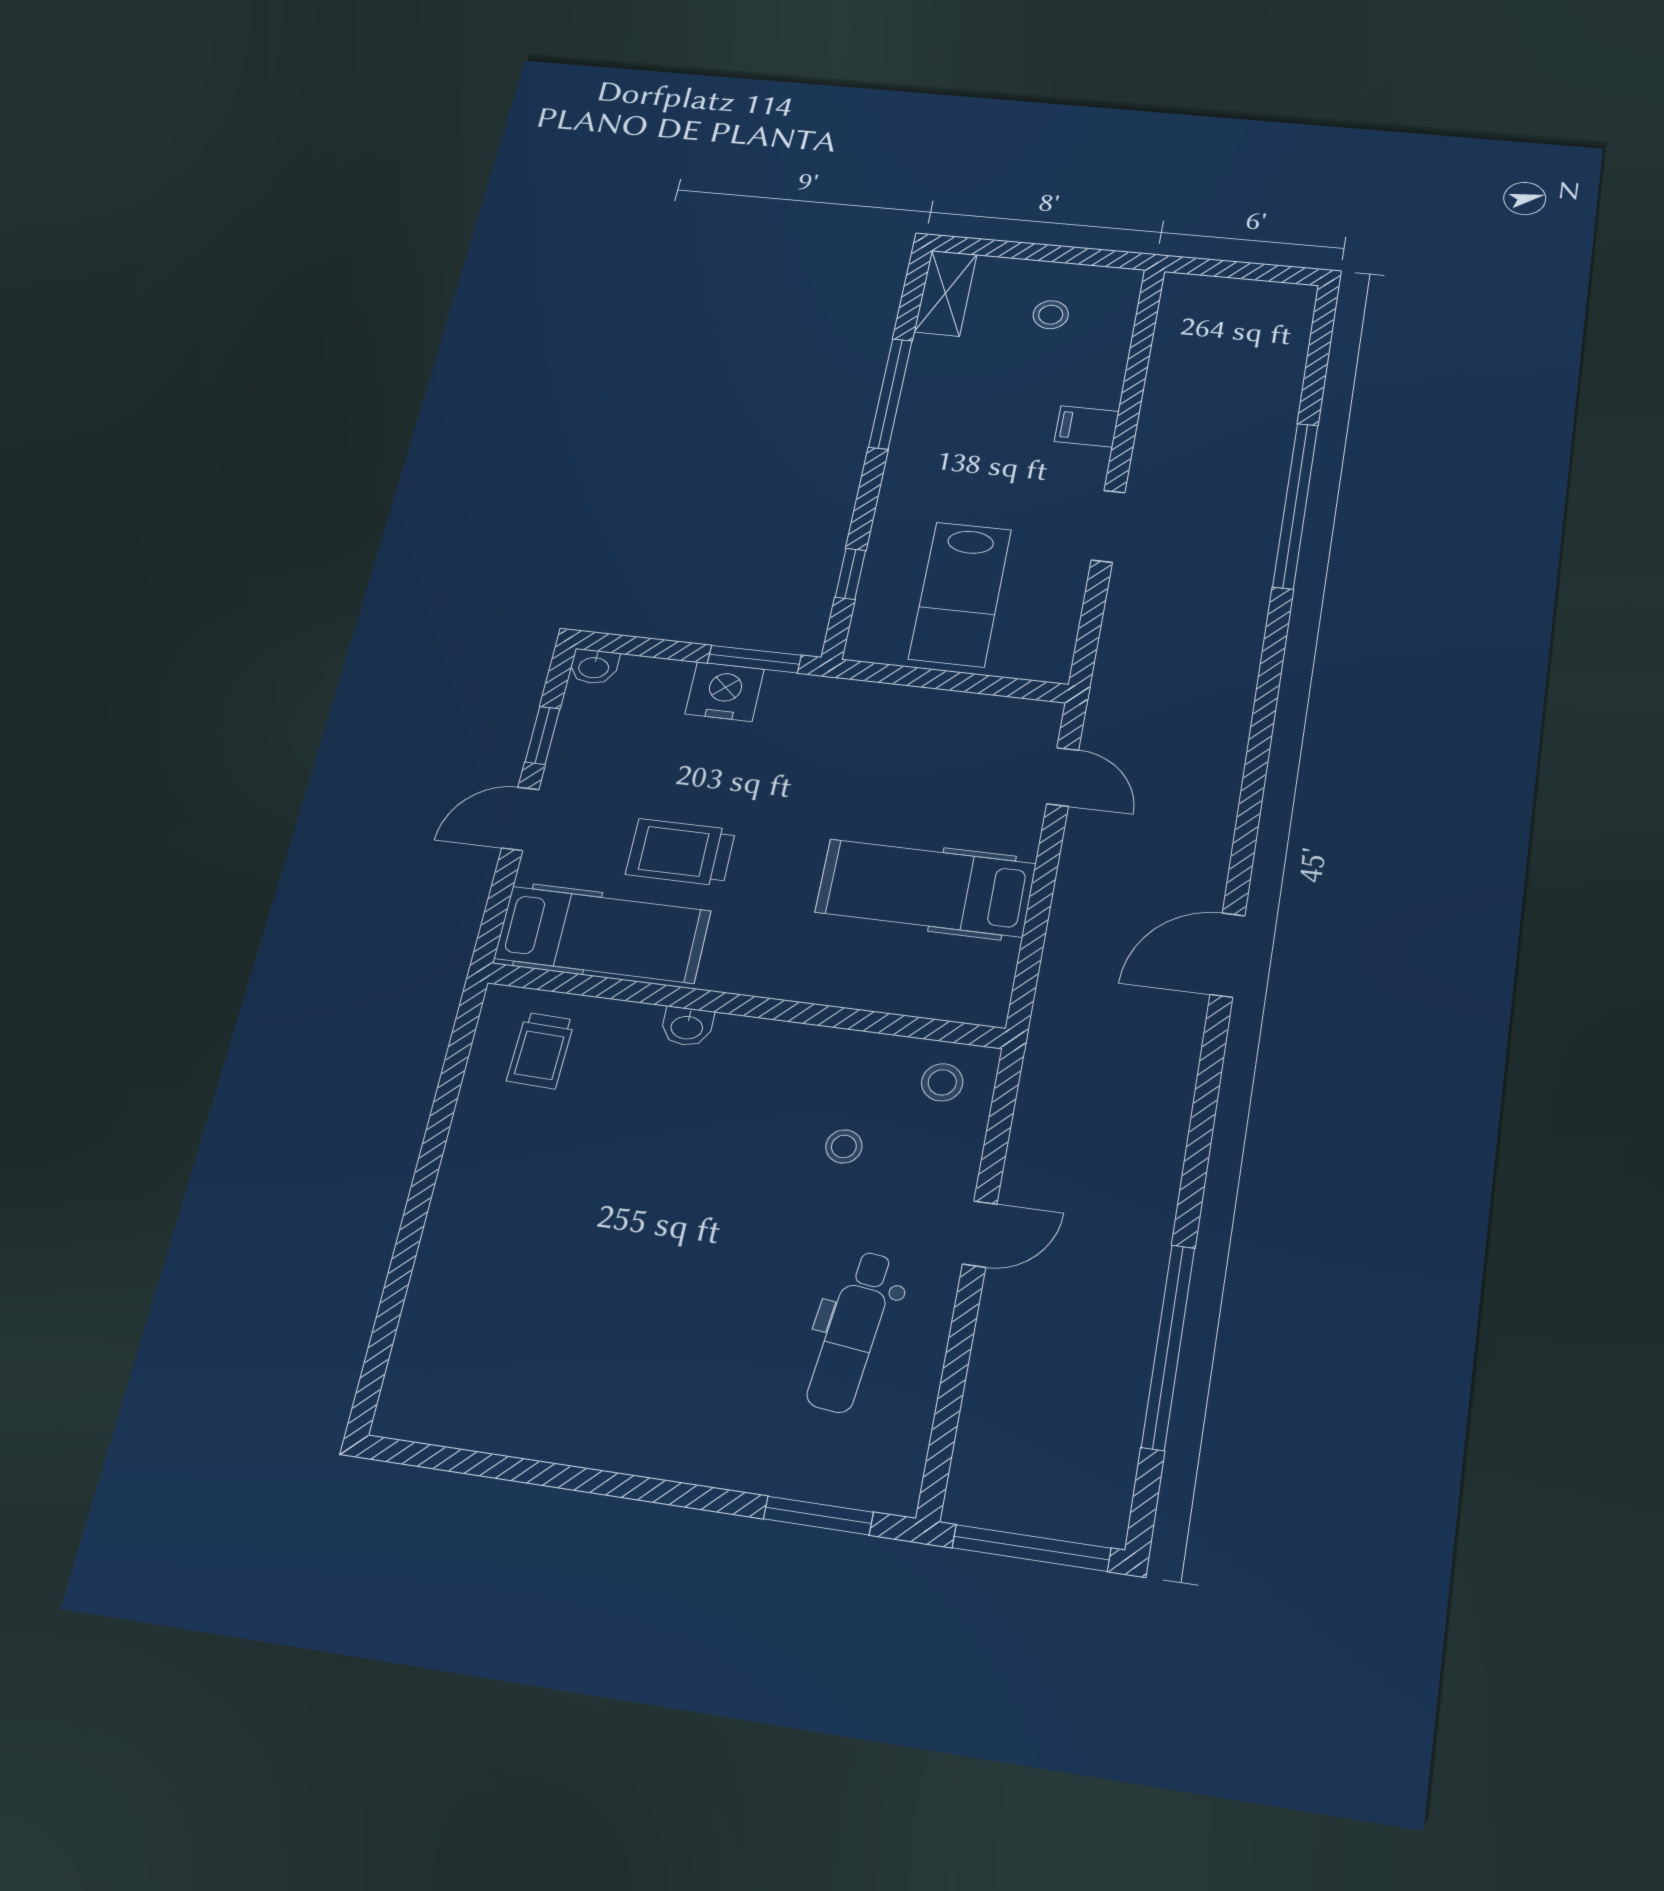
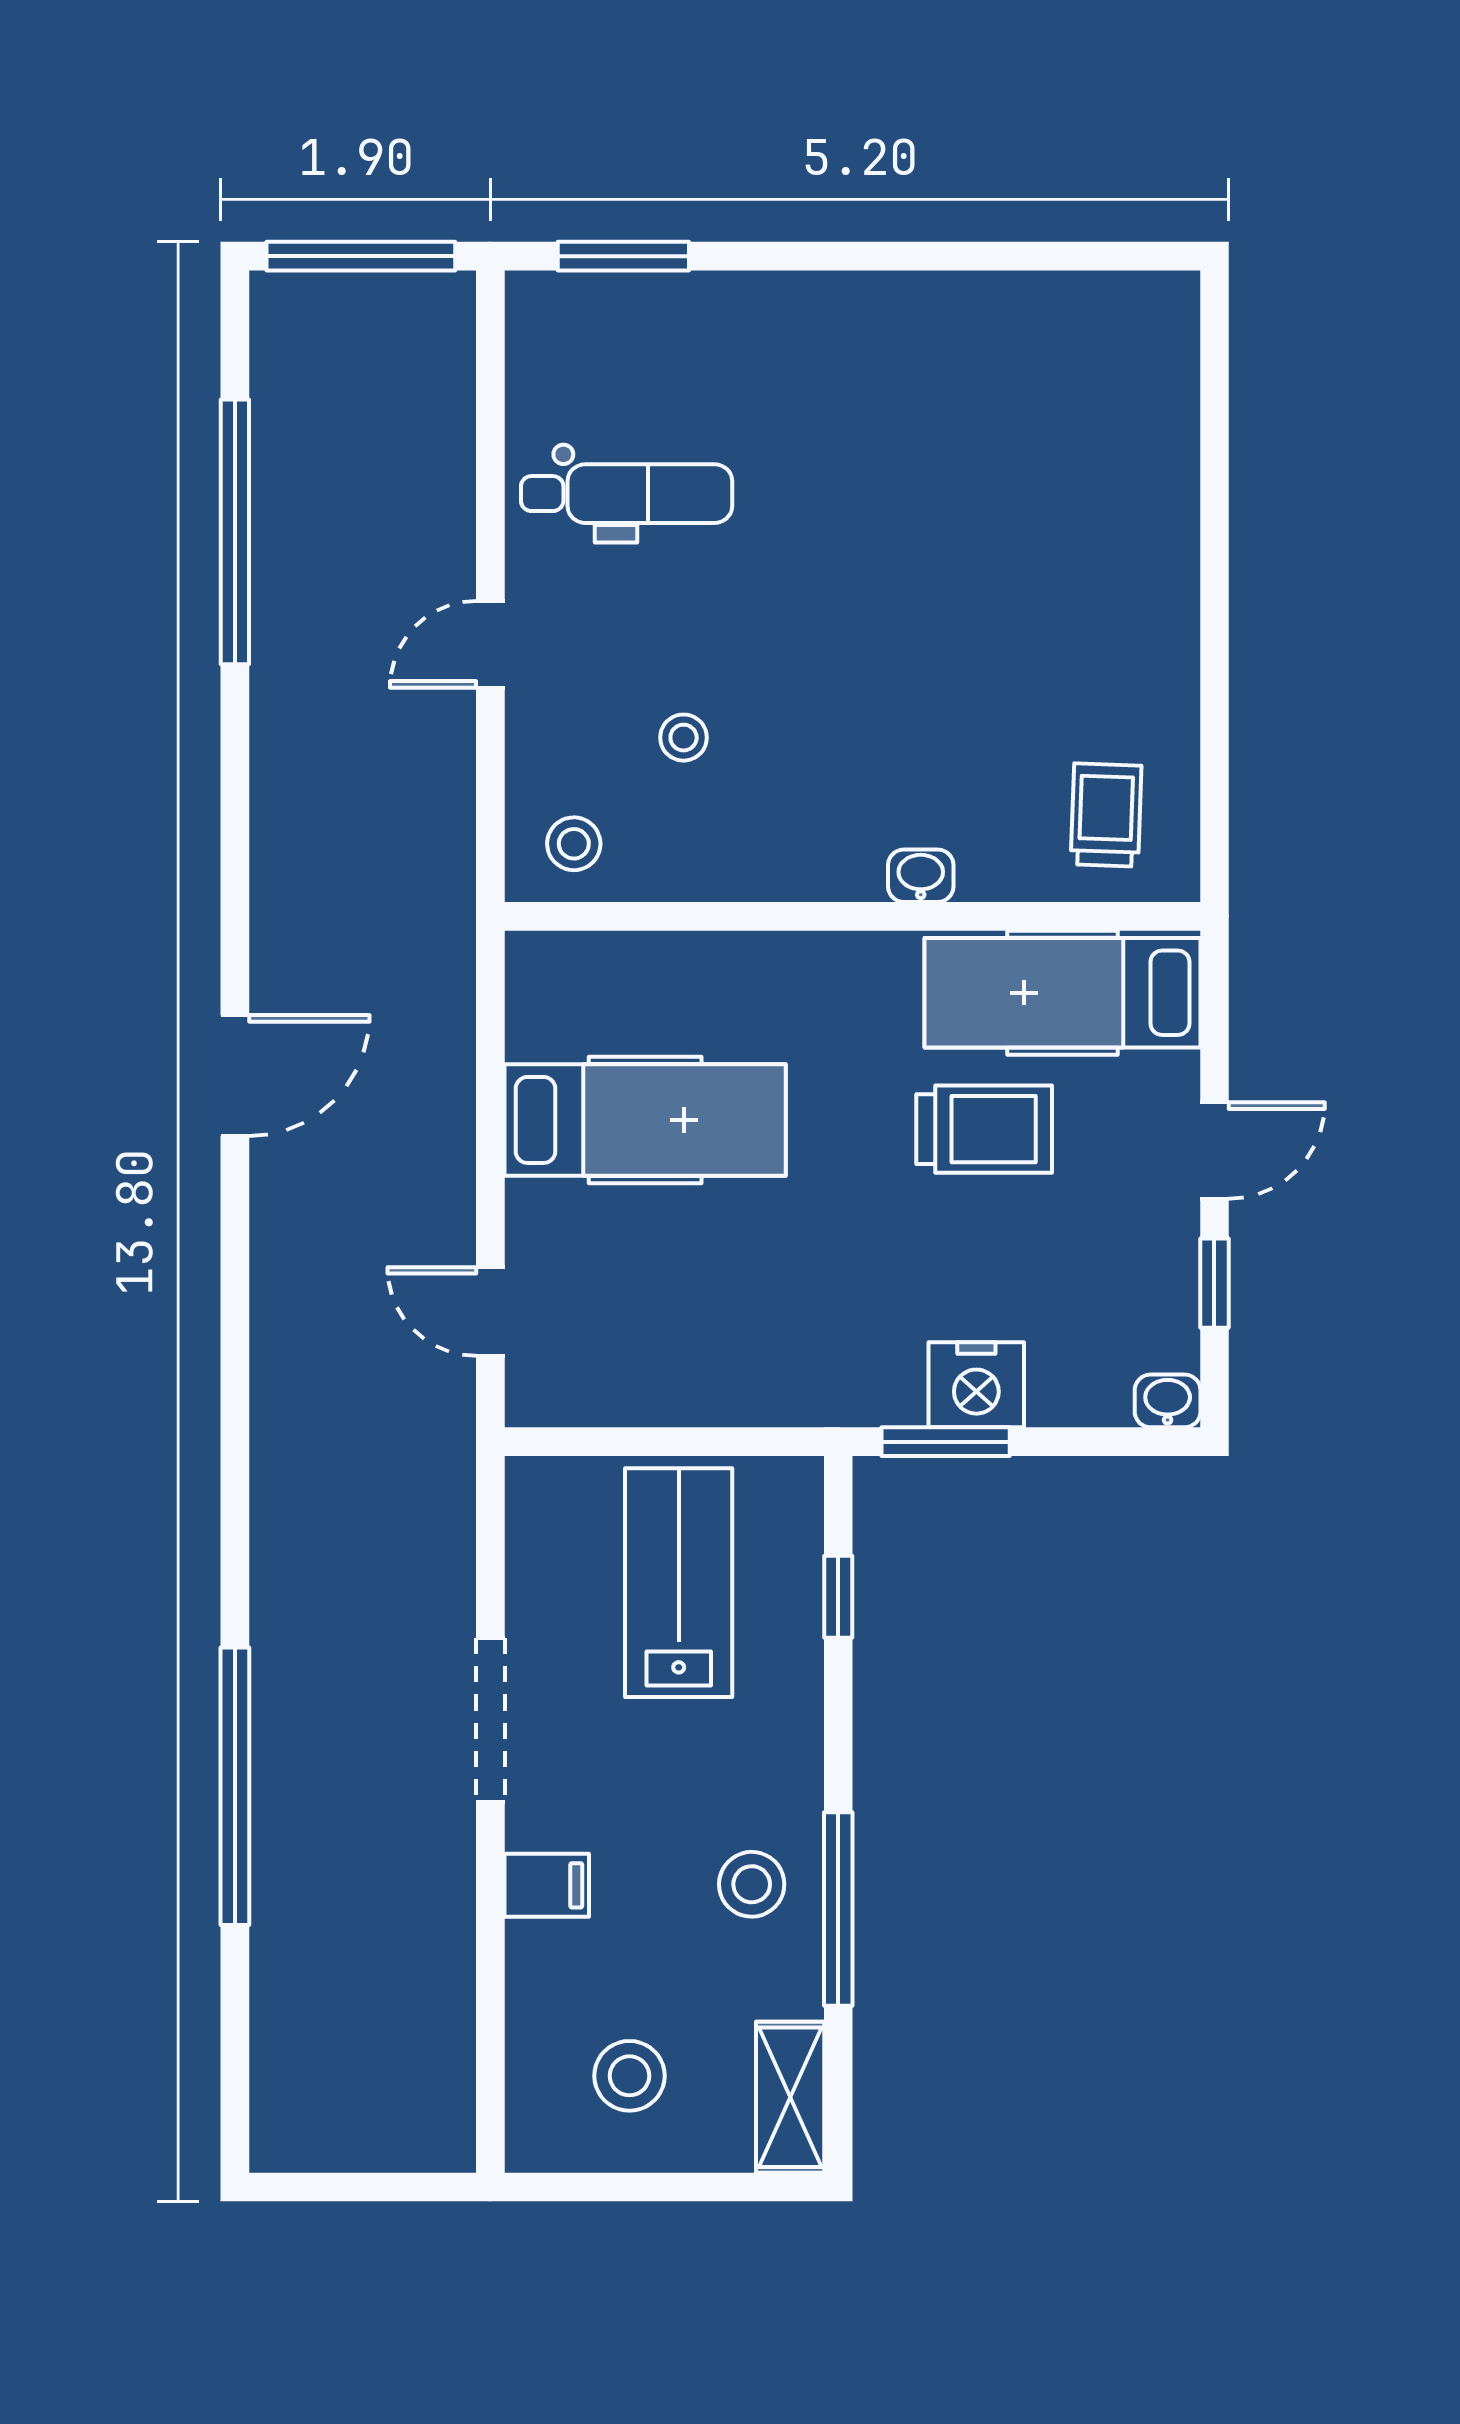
stool: (1051, 315) -> (629, 2076), width x1.37, depth x1.37
stool: (946, 413) -> (752, 1884), added
doorway: (1108, 526) -> (490, 1720), width x1.38
dental chair: (852, 1331) -> (627, 494), turned 83

